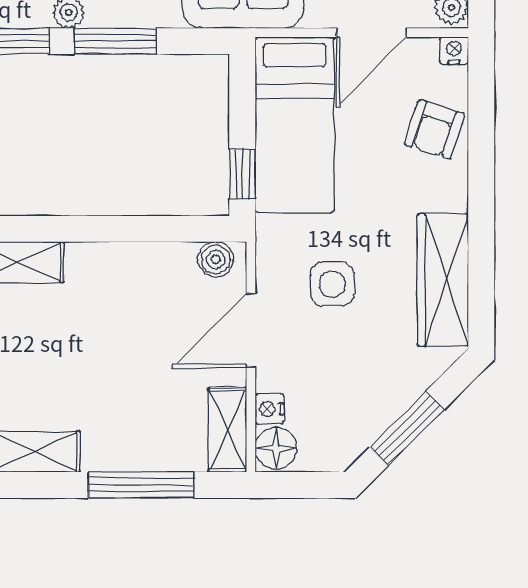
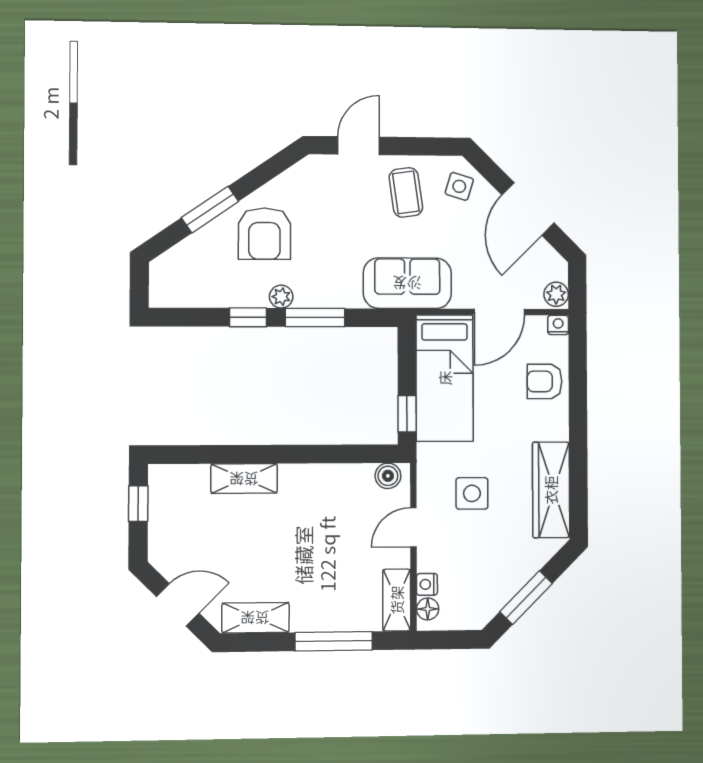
armchair: (435, 129) -> (545, 381), turned 72
door: (251, 330) -> (413, 527), width x0.73
floor lamp: (276, 448) -> (428, 609), width x0.73, depth x0.73

